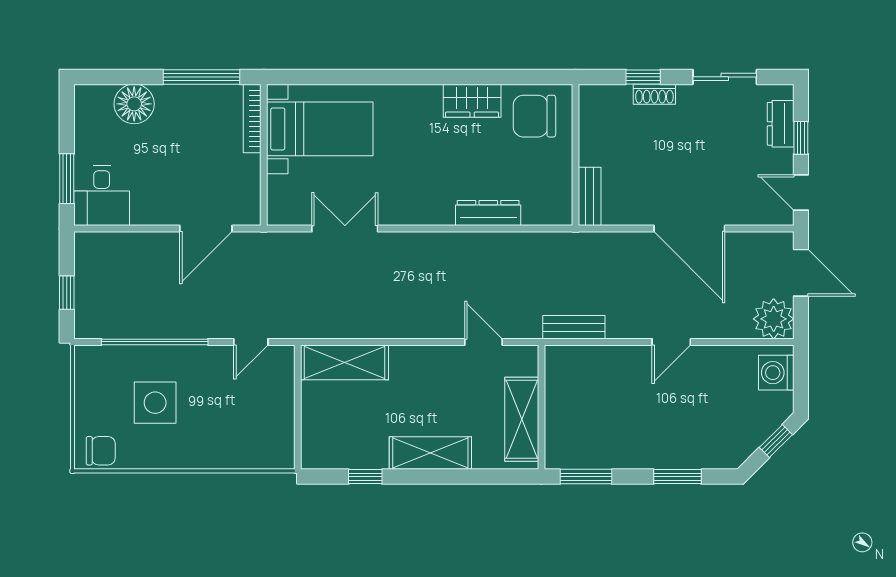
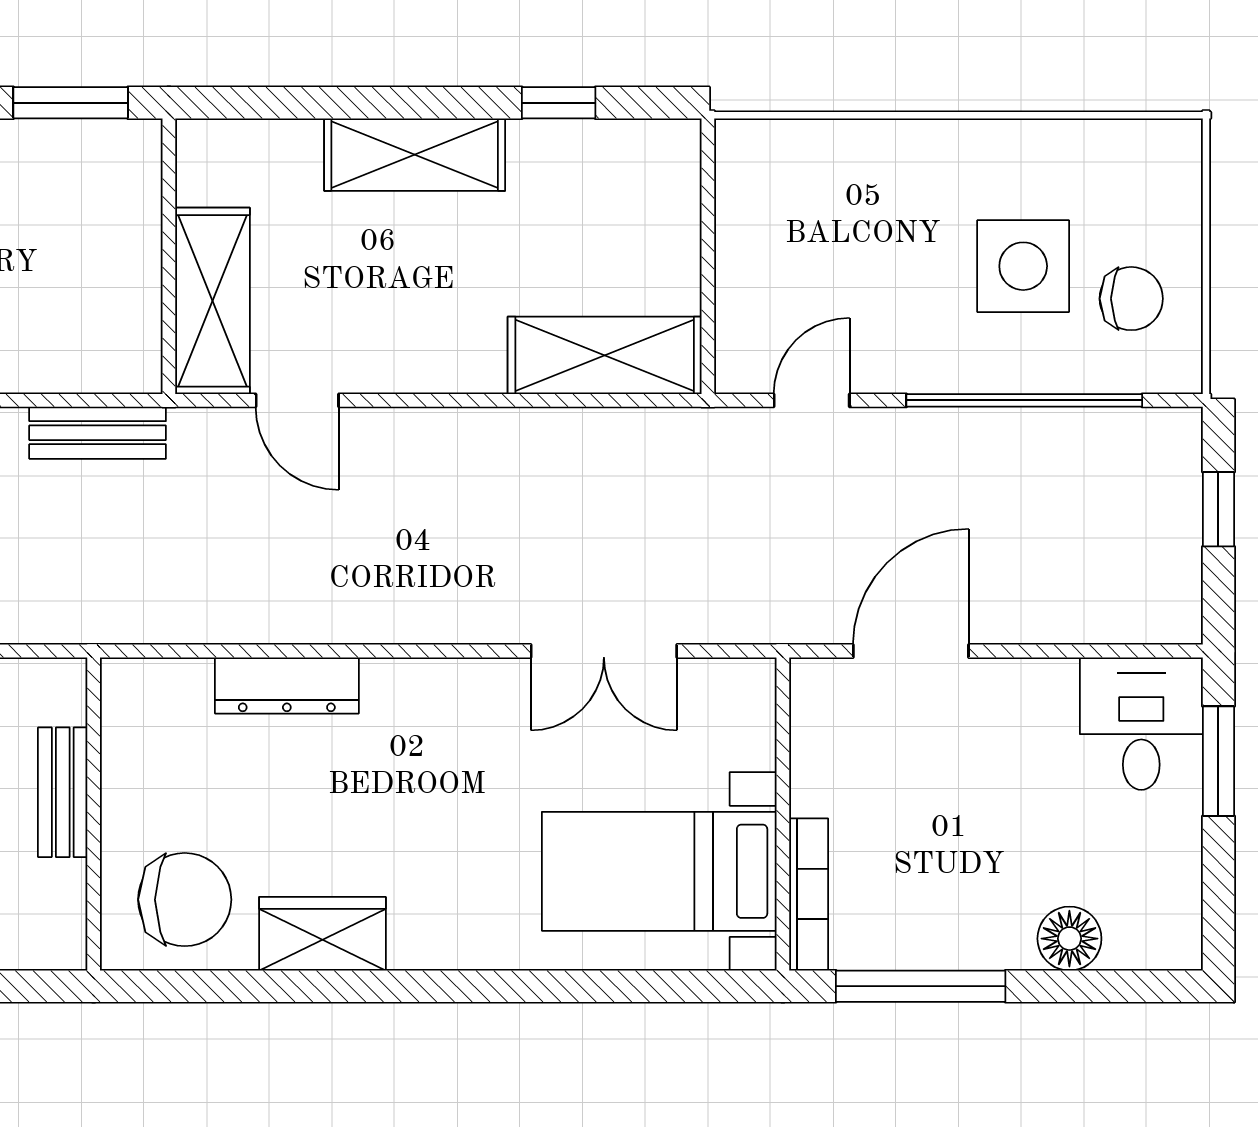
floor lamp: (134, 104) -> (1069, 939), width x0.73, depth x0.73
bench: (590, 196) -> (63, 792), moved
shelving: (522, 419) -> (212, 301), moved
chair: (101, 451) -> (1131, 299), moved, turned 180

